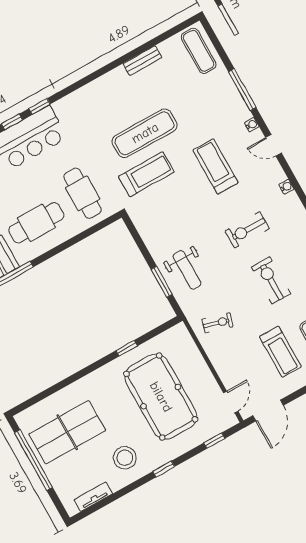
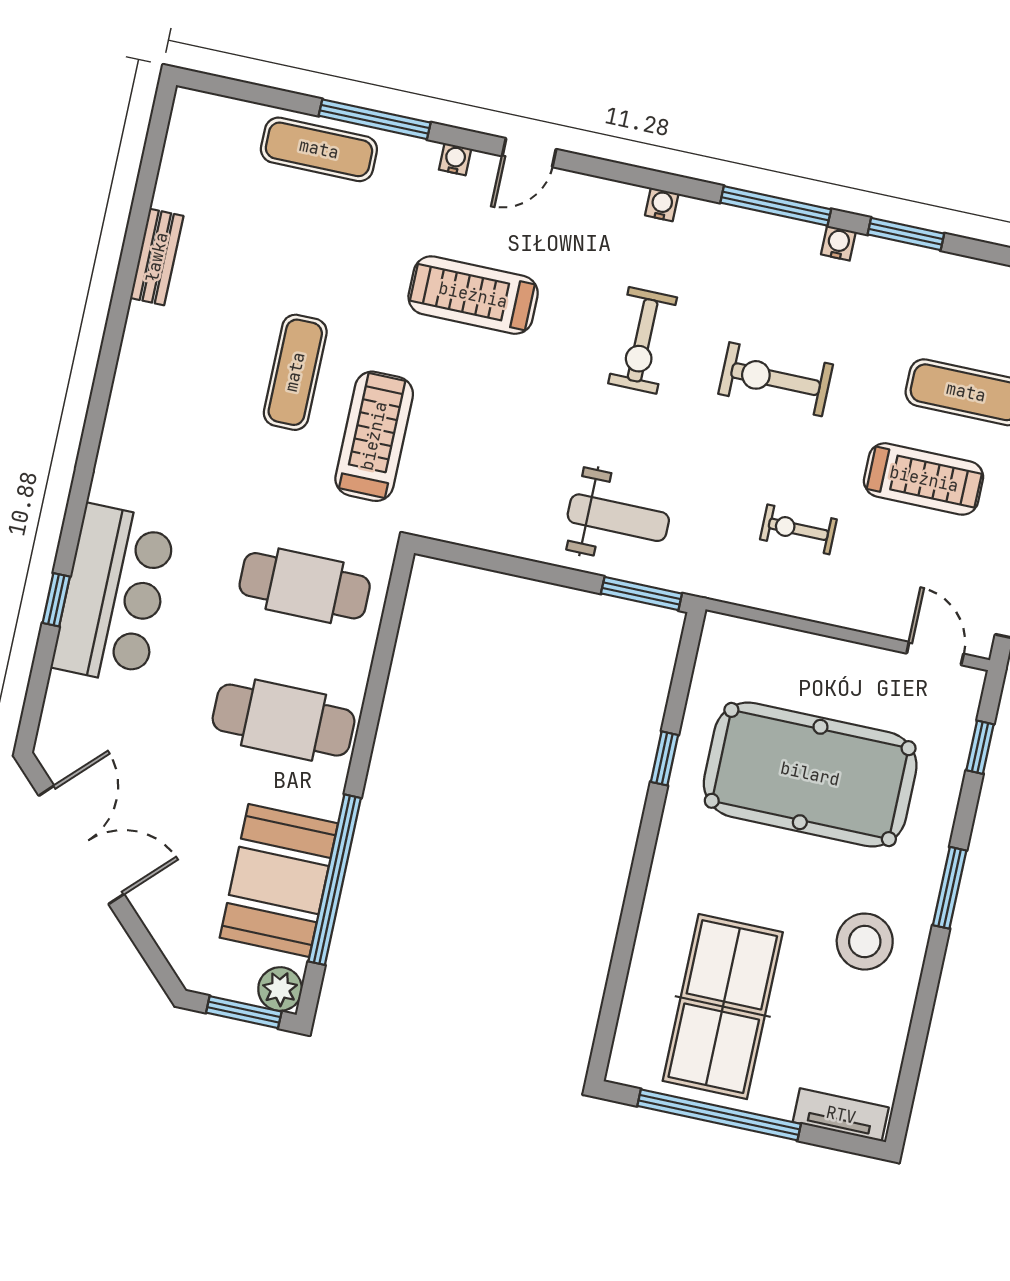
exercise mat: (199, 51) -> (319, 149), moved
window: (40, 106) -> (73, 523), removed
exercise mat: (145, 133) -> (295, 372), width x0.73, depth x0.69
water cooler: (286, 187) -> (662, 204), moved
cafe table: (36, 223) -> (284, 720), turned 90
window: (162, 282) -> (641, 594), moved
exercise bike: (217, 323) -> (798, 529), moved, turned -106
window: (164, 469) -> (950, 888), width x1.50
tv unit: (93, 497) -> (841, 1115), moved, turned 90

